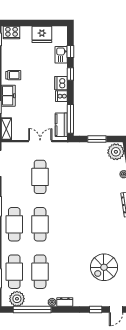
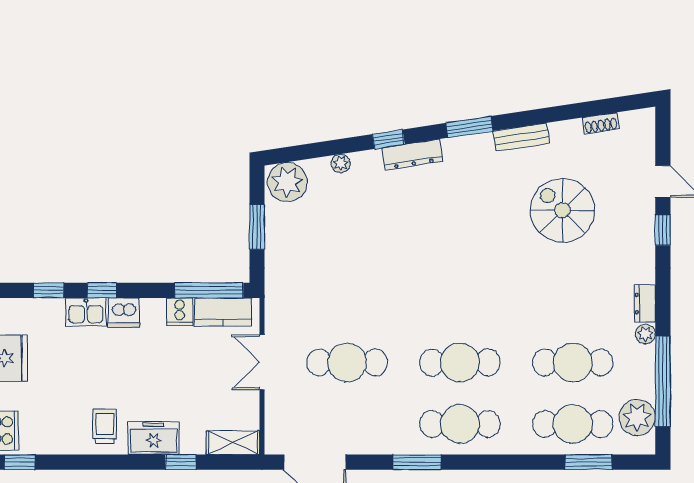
kitchen sink: (61, 55) -> (86, 312), moved
cooker: (61, 96) -> (180, 312), moved
spiral stairs: (104, 267) -> (562, 210), turned 180

